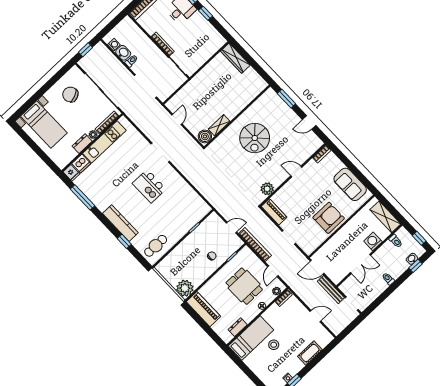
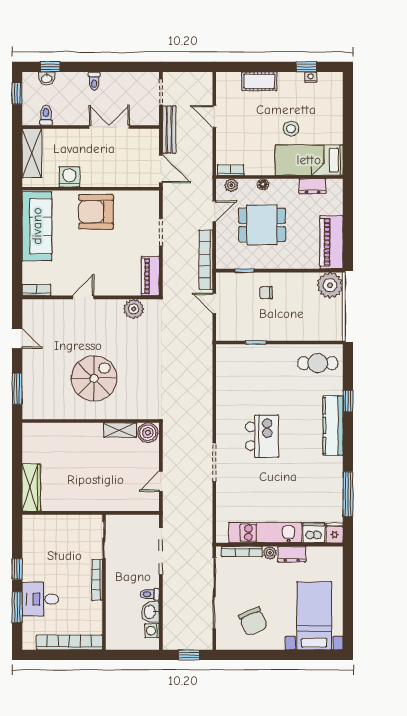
door: (296, 171) -> (83, 297), swing flipped
sofa: (350, 184) -> (37, 226), width x1.36
washing machine: (373, 241) -> (69, 177), moved, turned 180
dining table: (244, 286) -> (262, 225), turned 90

